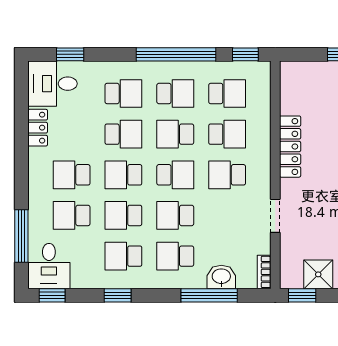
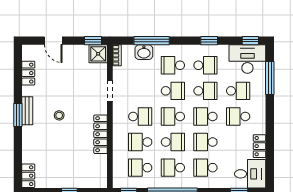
school desk: (72, 175) -> (238, 116), turned 180
school desk: (123, 175) -> (205, 116), turned 180
school desk: (175, 256) -> (173, 65), turned 180
desk: (49, 266) -> (247, 59), width x1.37
shower: (318, 274) -> (98, 54), moved

